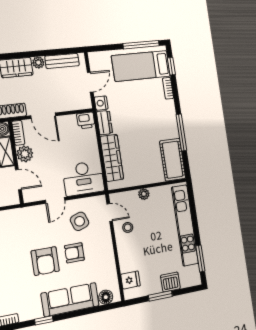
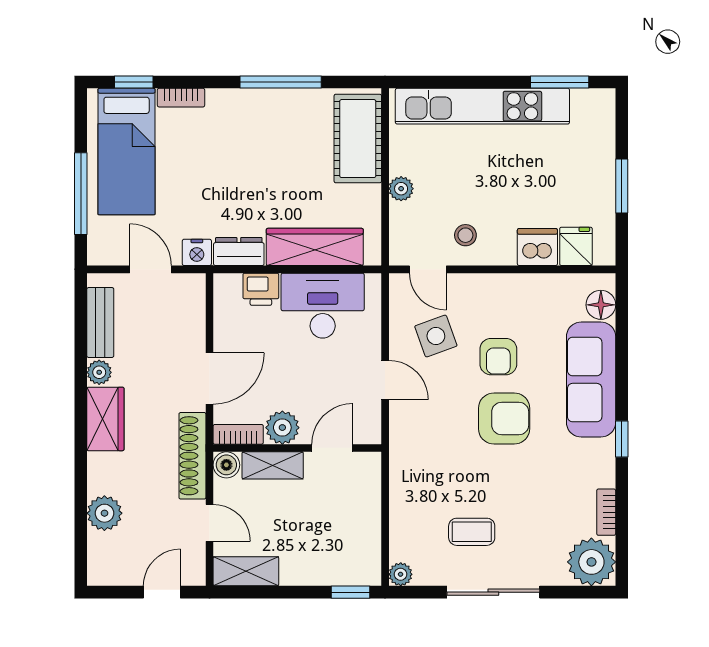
window: (141, 45) -> (81, 194), moved
printer: (86, 120) -> (261, 289), moved, turned 90
cot: (173, 160) -> (358, 139), moved, turned 90
desk: (83, 178) -> (323, 306), moved, turned -90
door: (110, 212) -> (428, 269), swing flipped
dishwasher: (170, 282) -> (537, 247), moved, turned 90

